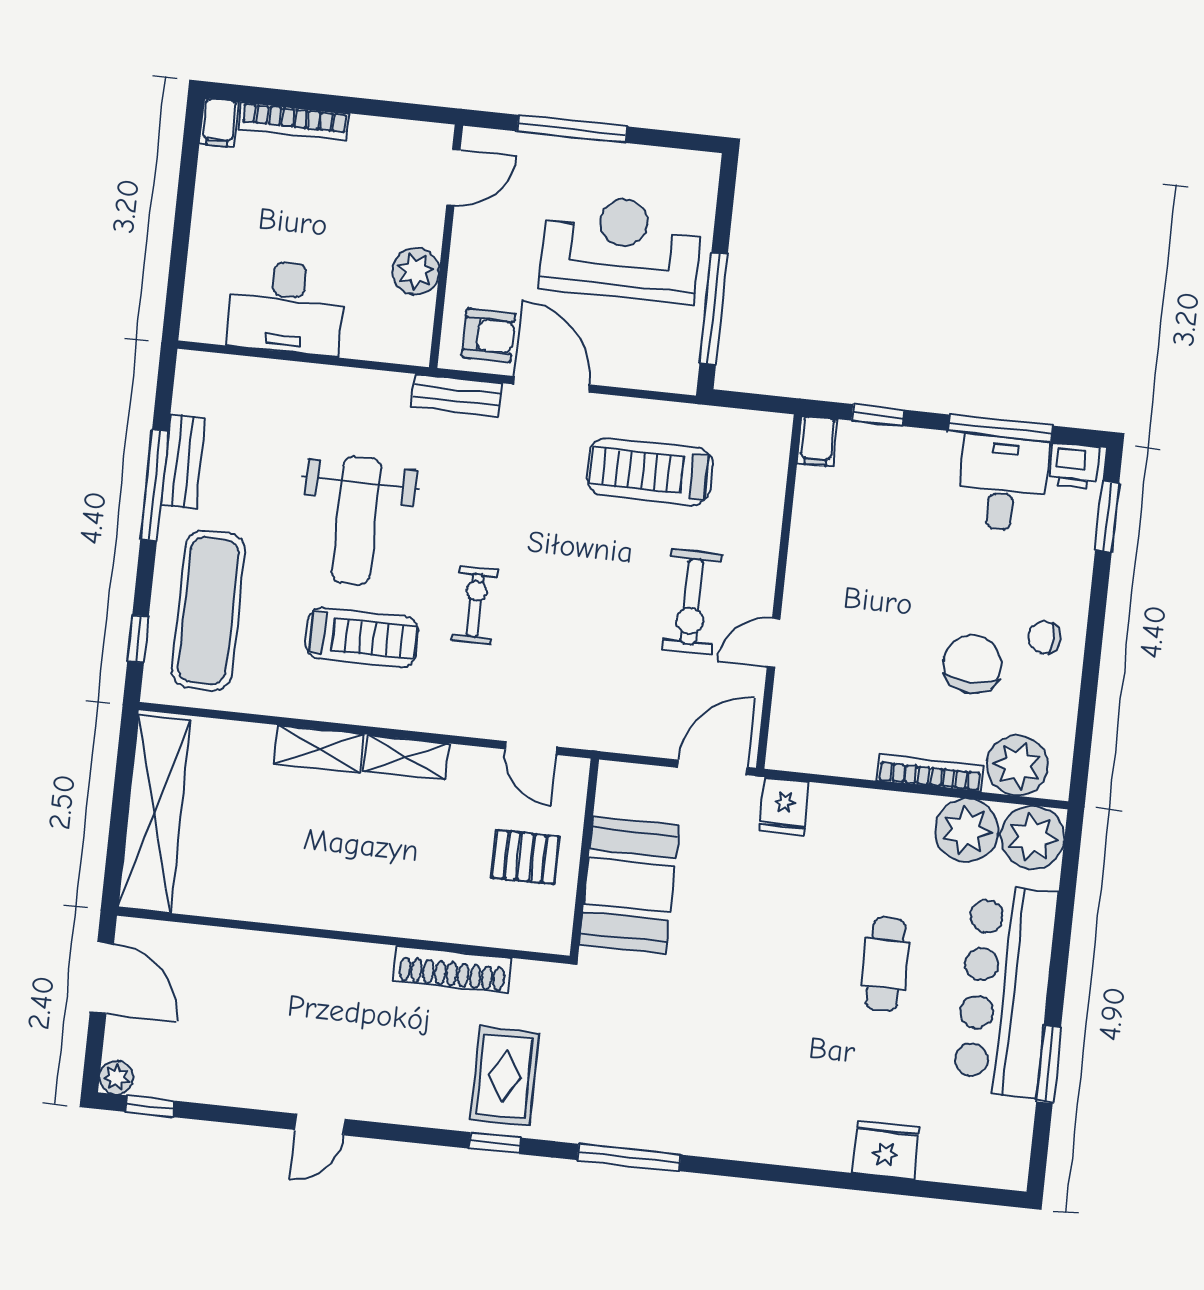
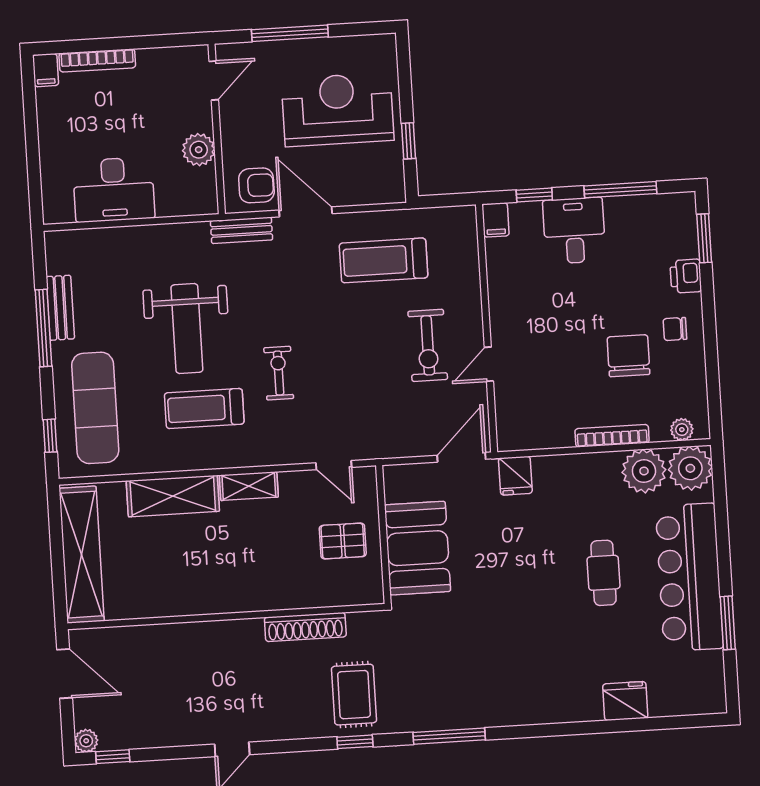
window: (714, 309) -> (409, 141), width x0.46
printer: (1074, 466) -> (686, 276), moved, turned 90
desk: (1002, 483) -> (574, 231), moved
treadmill: (362, 637) -> (204, 408), turned 180
shelving: (319, 749) -> (173, 496), width x1.50, depth x1.33
plant: (1017, 765) -> (682, 430), width x0.53, depth x0.53

